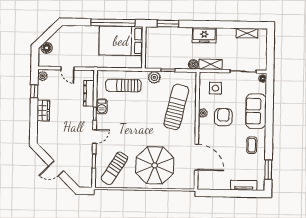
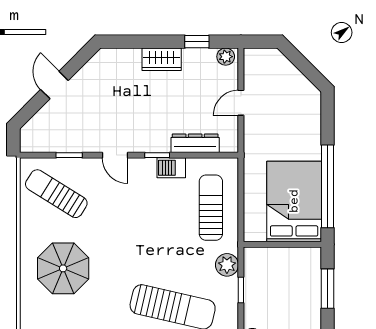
floor lamp: (47, 48) -> (278, 63), removed
parasol: (155, 165) -> (63, 268), width x0.73, depth x0.73

